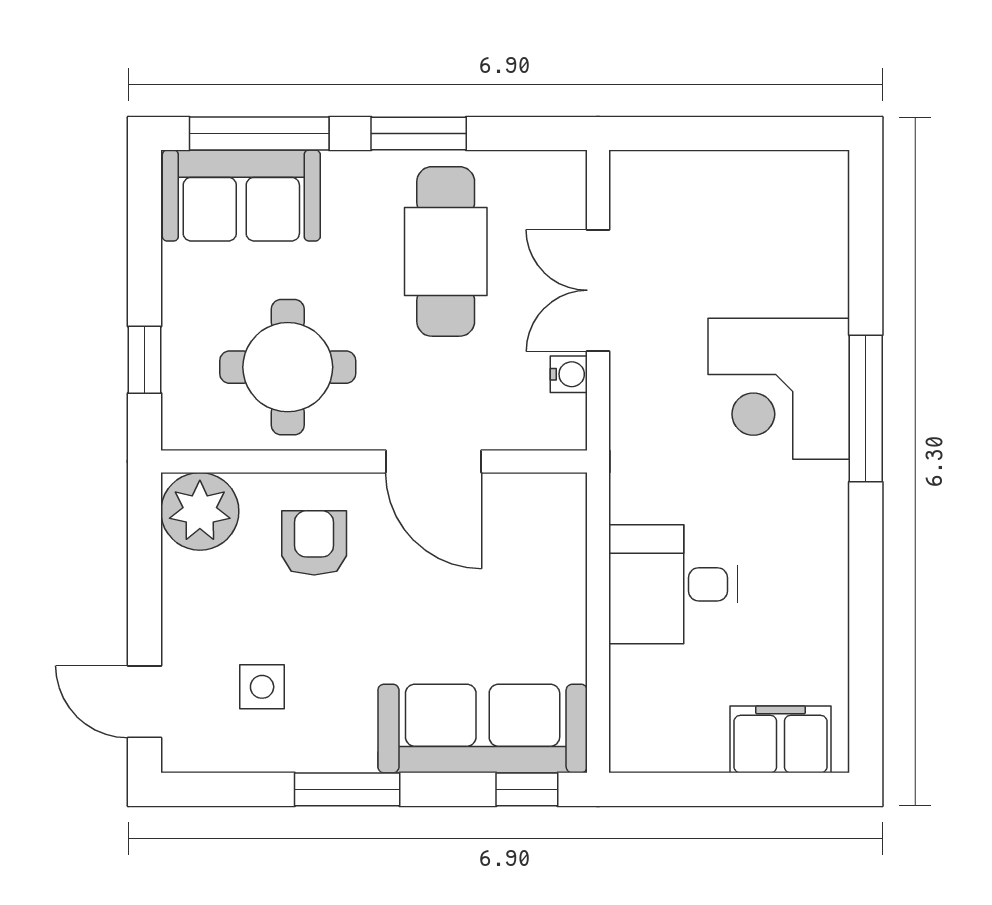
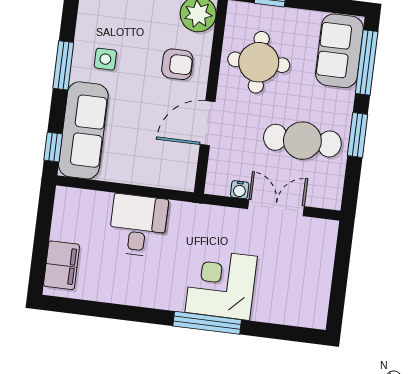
side table: (262, 687) -> (105, 59), moved

